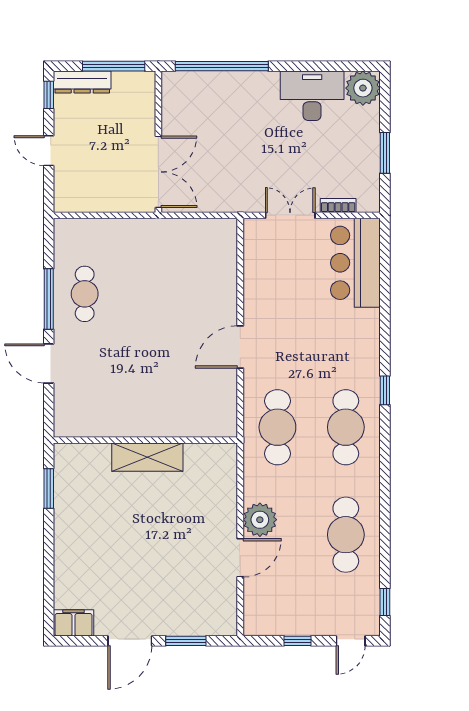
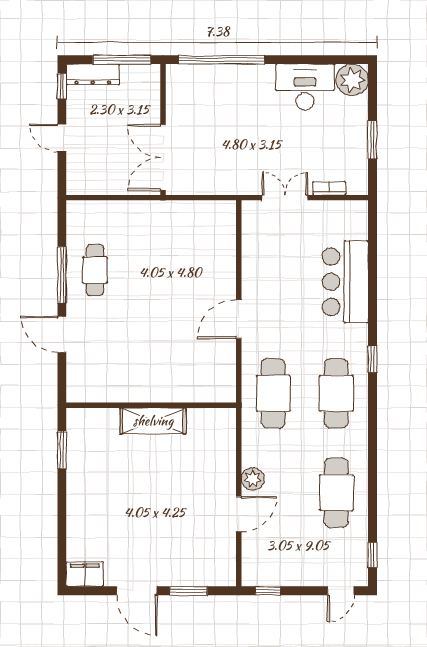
double door: (158, 172) -> (163, 157), swing flipped
bar counter: (355, 263) -> (345, 282), moved
plant: (260, 520) -> (253, 479), width x0.73, depth x0.73
door: (130, 641) -> (137, 591), hinge flipped
window: (298, 641) -> (268, 591), moved

